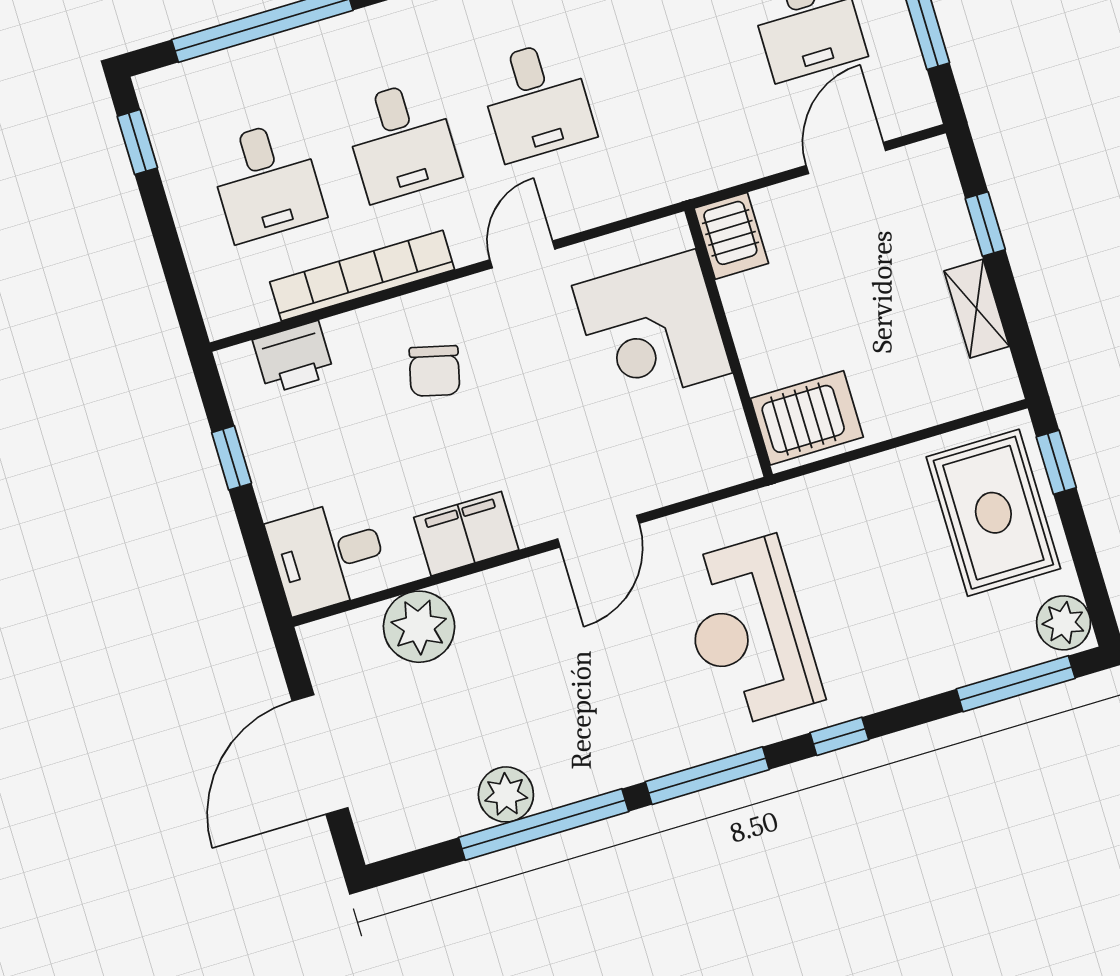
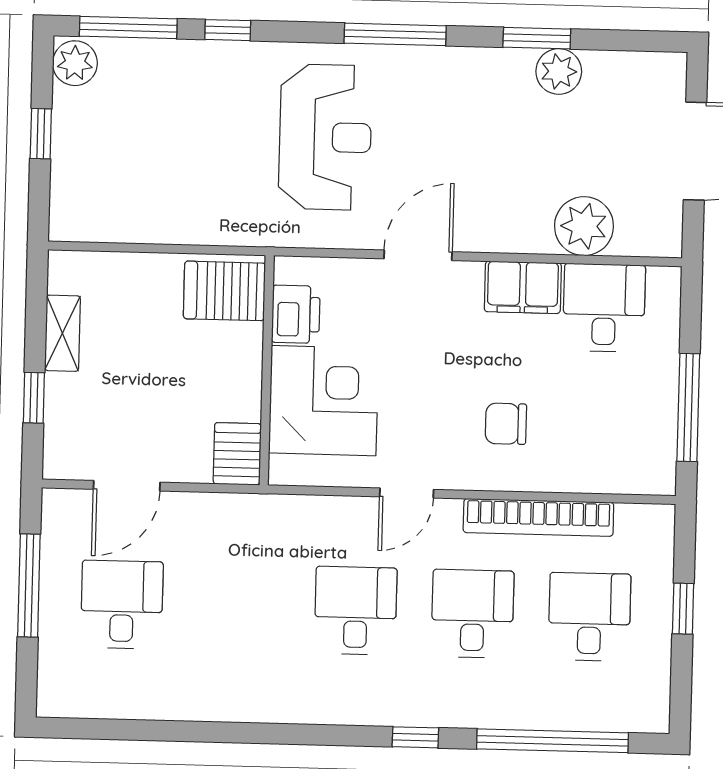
window: (137, 142) -> (683, 609), moved
printer: (293, 357) -> (296, 314), moved, turned 90
chair: (434, 371) -> (506, 424), turned -104
window: (232, 458) -> (688, 407), width x2.17
window: (1056, 462) -> (41, 134), moved
rug: (993, 513) -> (102, 168), removed
desk: (328, 556) -> (604, 308), moved, turned -90
window: (839, 736) -> (228, 30), moved
window: (544, 824) -> (537, 38), width x0.47

